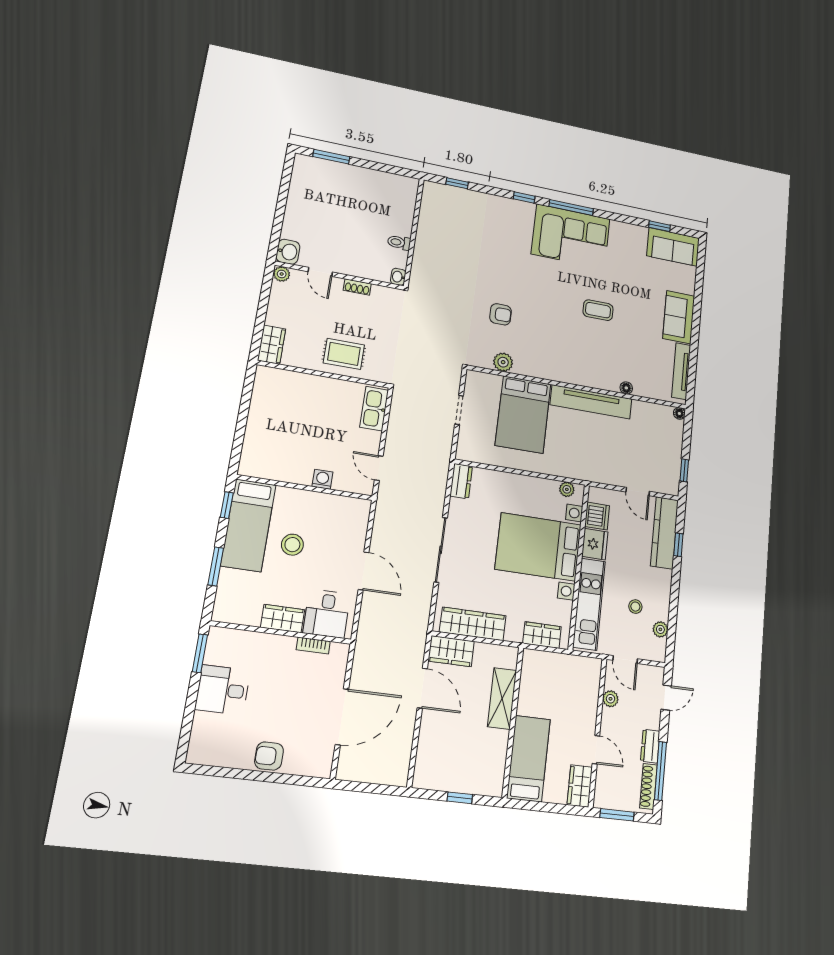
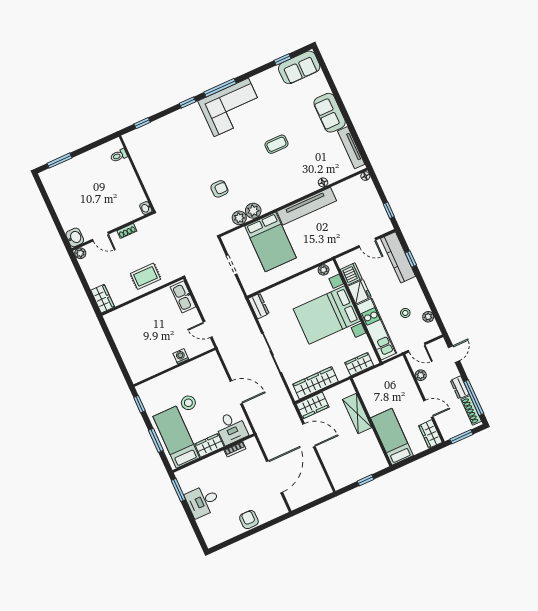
toilet: (399, 242) -> (119, 156), moved
plant: (525, 365) -> (253, 211), added
bed: (248, 525) -> (176, 437), moved, turned 180
armchair: (269, 756) -> (249, 520), turned 90

